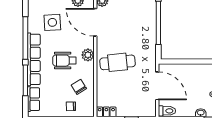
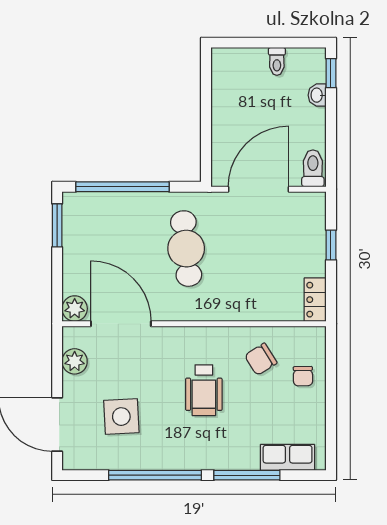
door: (95, 22) -> (121, 324), swing flipped
plant: (88, 55) -> (192, 340), removed
row of seats: (34, 59) -> (201, 457), removed
cafe table: (118, 62) -> (186, 249), moved

